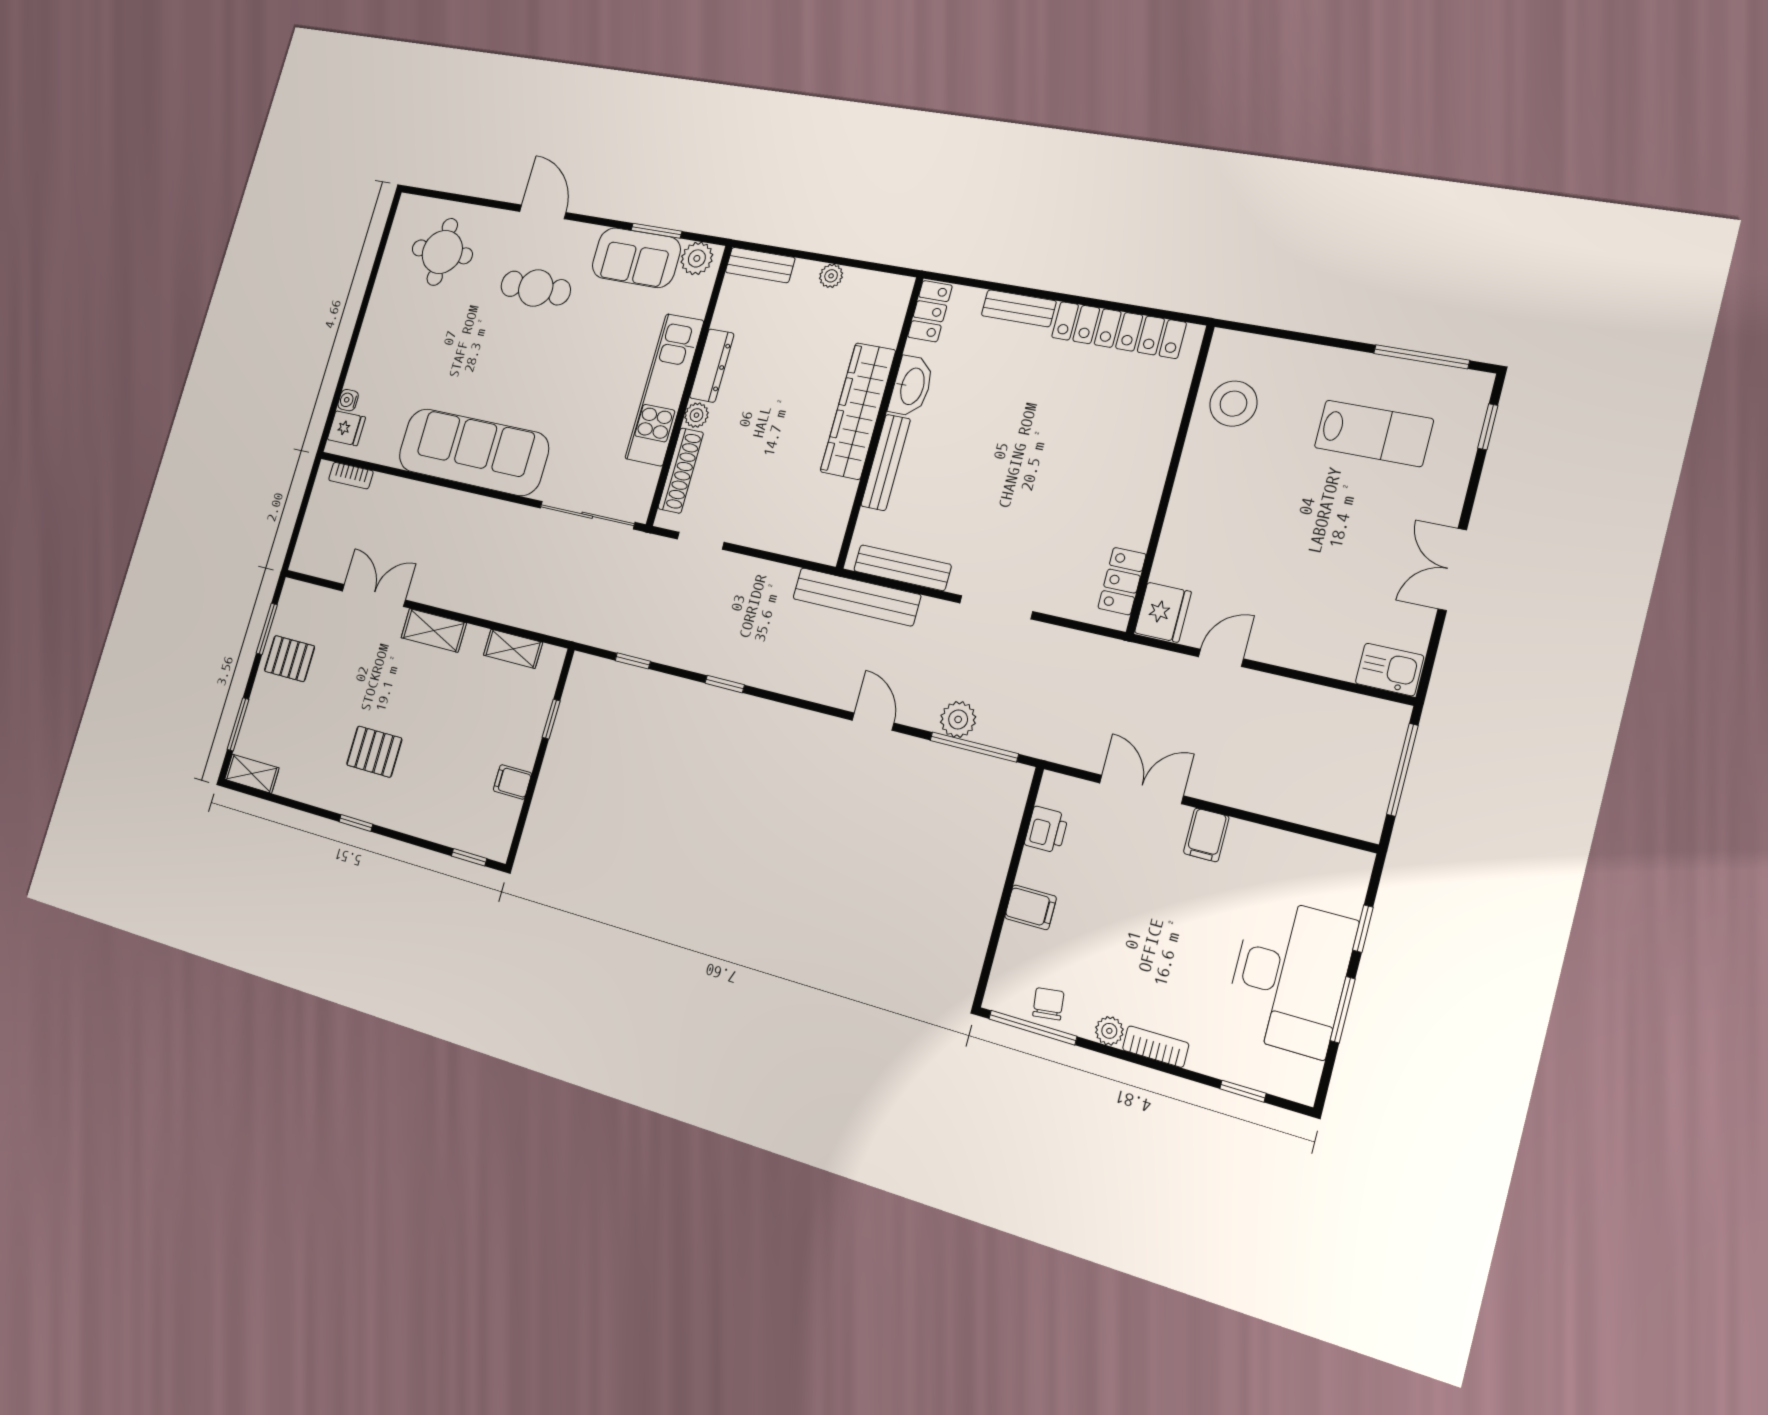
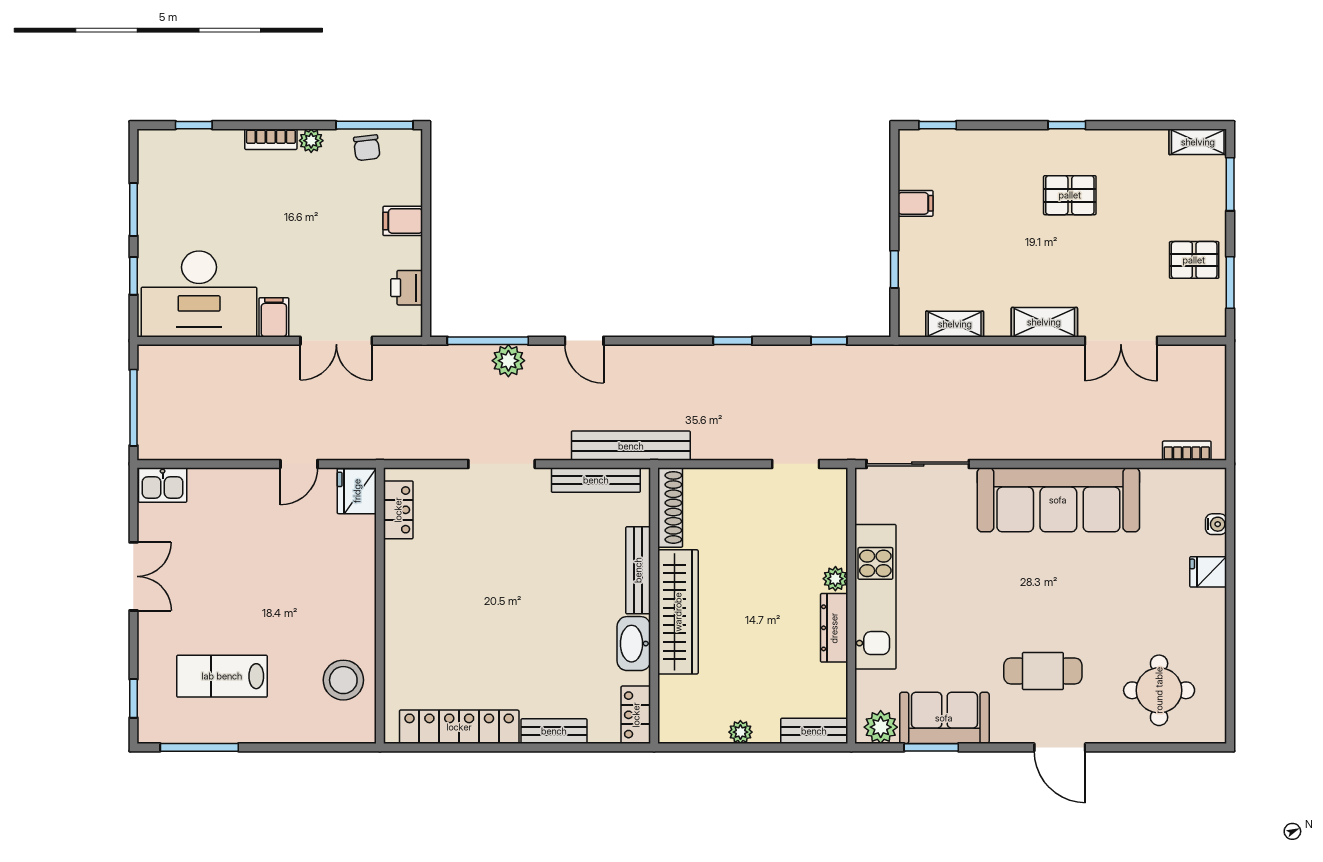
fridge: (346, 428) -> (1208, 572), moved
shoe rack: (681, 471) -> (670, 507), moved, turned 180
desk: (1289, 976) -> (199, 294), moved, turned -90

